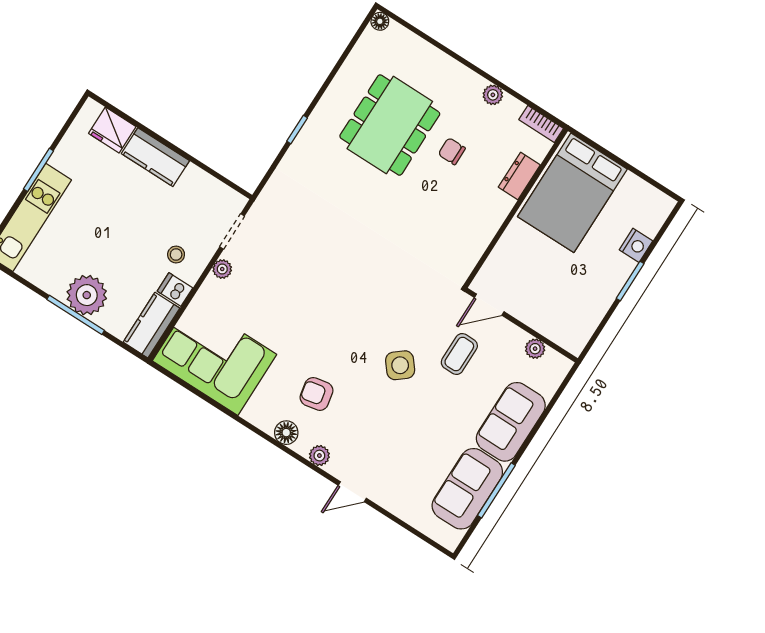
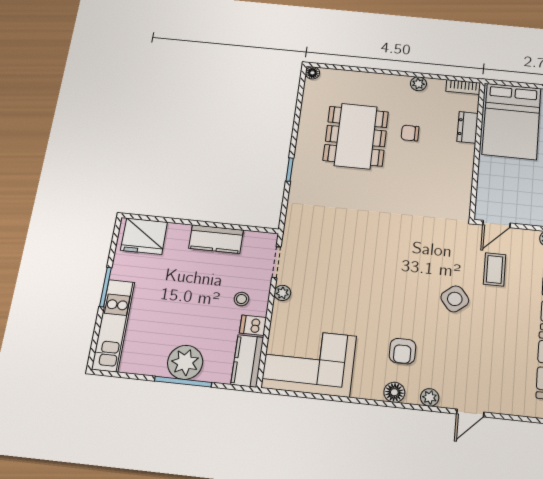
fridge: (112, 130) -> (144, 236), width x1.36, depth x1.34
kitchen counter: (155, 157) -> (216, 239), moved
armchair: (317, 394) -> (402, 351), turned -79

